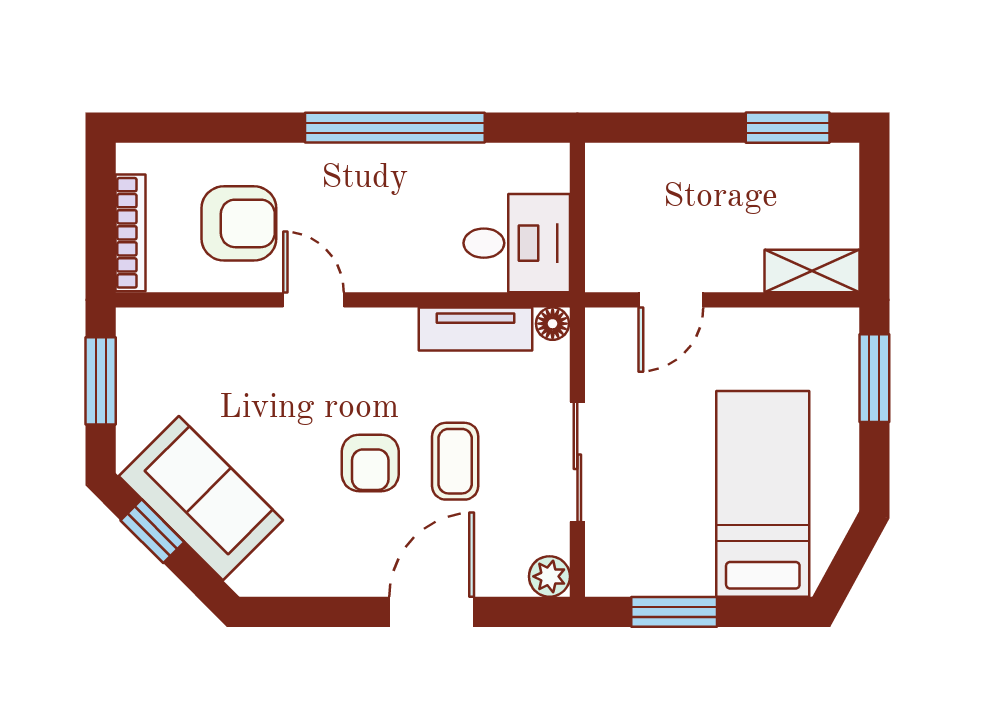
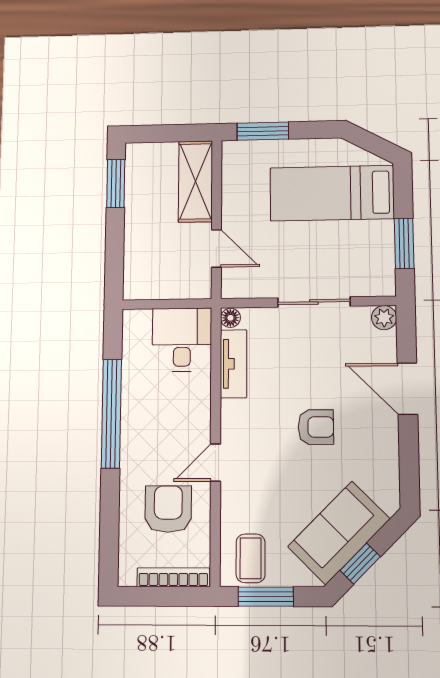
shelving: (812, 271) -> (196, 181), width x1.50, depth x1.33
coffee table: (455, 461) -> (251, 558), moved, turned 90

